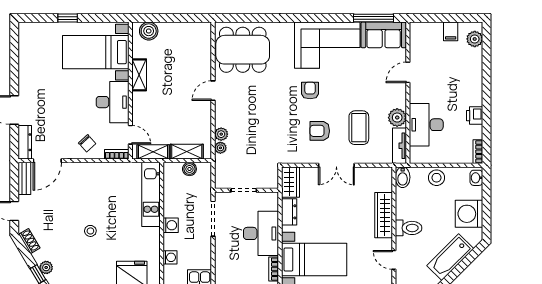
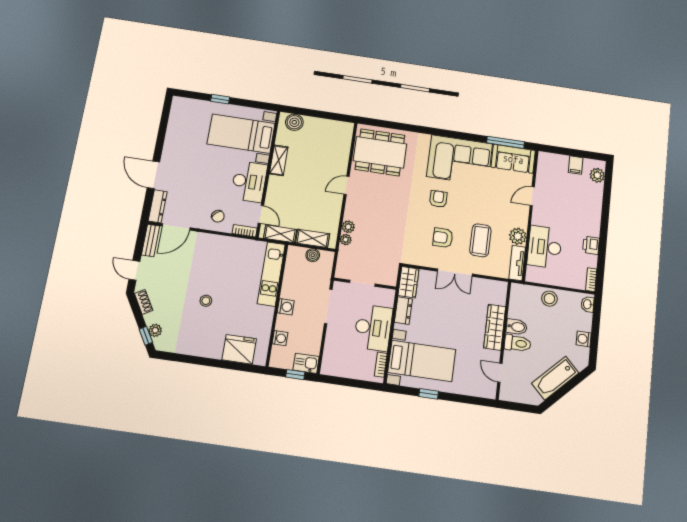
bidet: (403, 177) -> (517, 327), moved, turned -90
washing machine: (469, 214) -> (584, 339), width x0.53, depth x0.53

